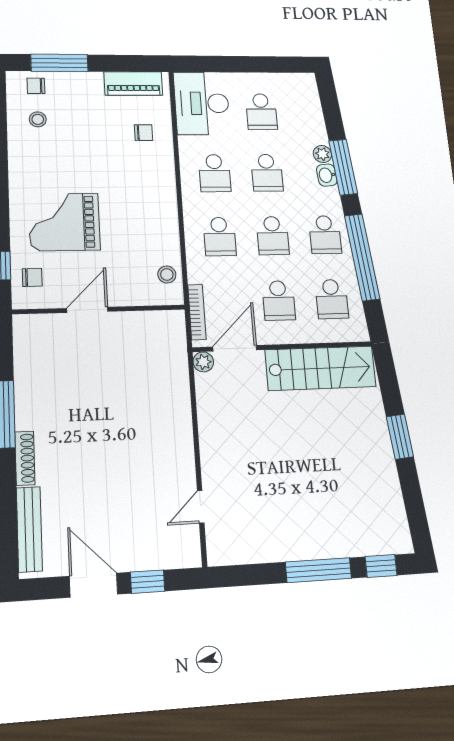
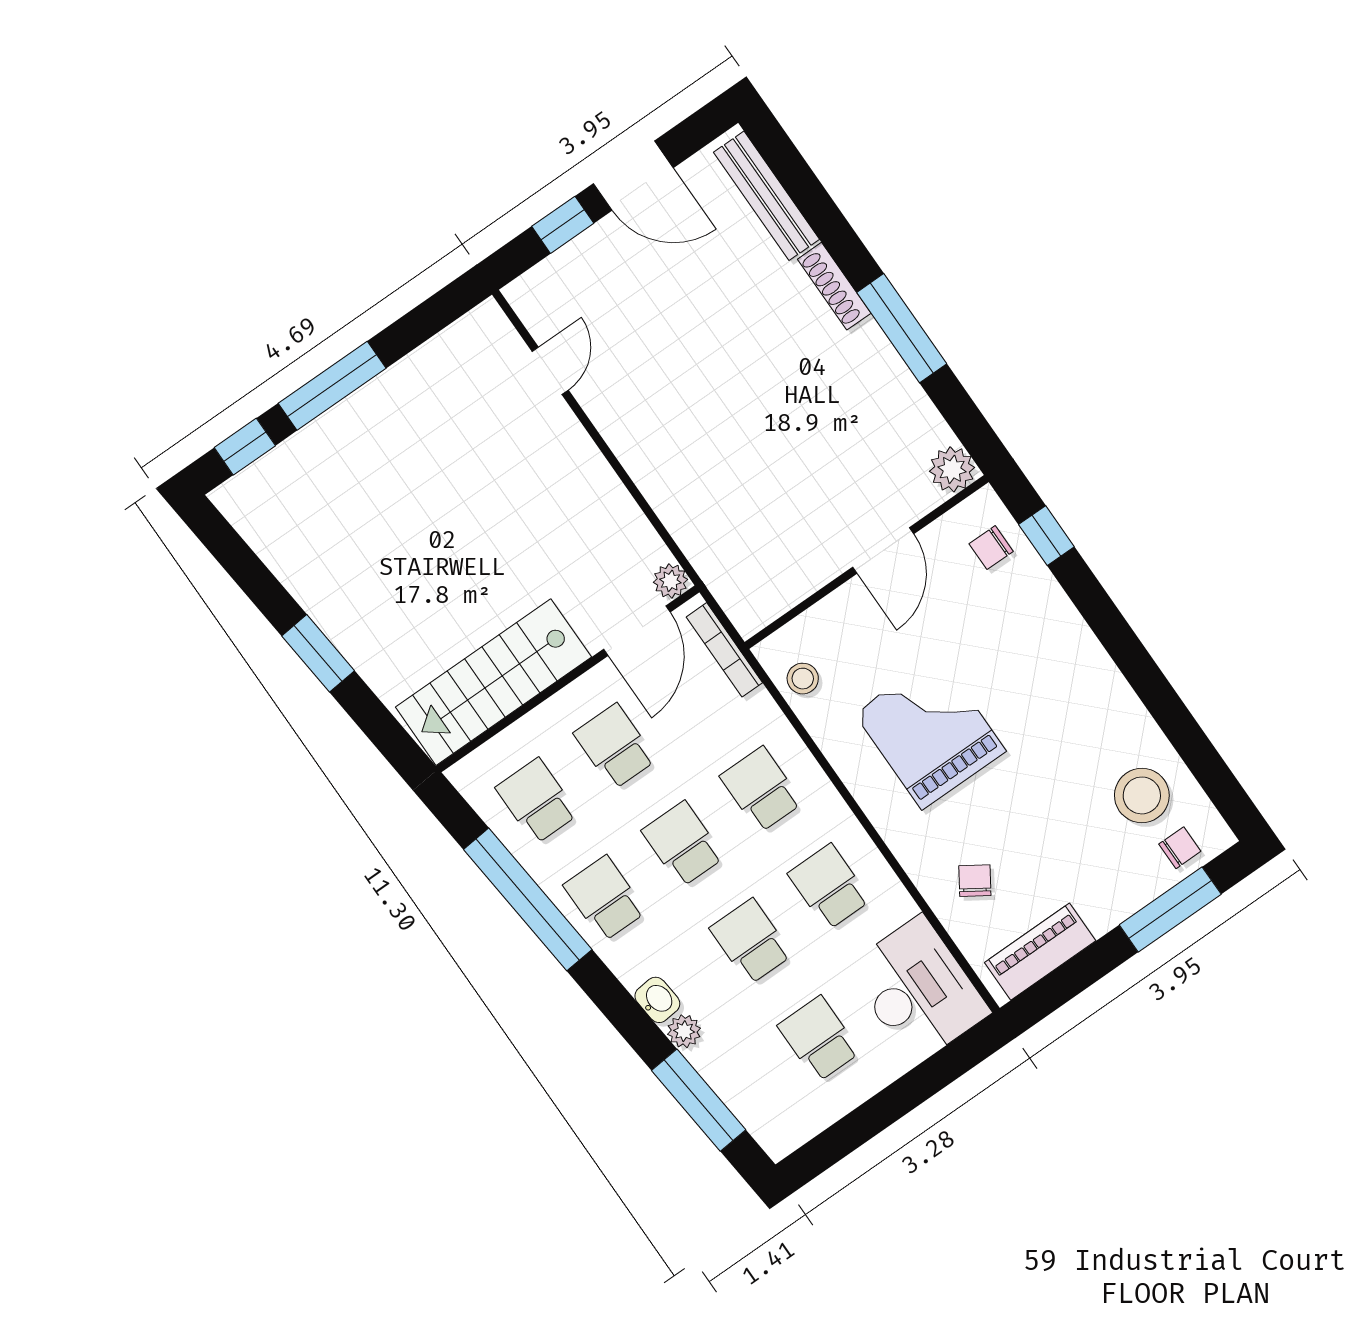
stool: (38, 119) -> (1142, 795), width x1.89, depth x1.89
chair: (143, 133) -> (975, 881), turned 123
window: (343, 167) -> (699, 1100), moved
grand piano: (64, 222) -> (930, 732), moved, turned -90
plant: (26, 327) -> (952, 469), added

